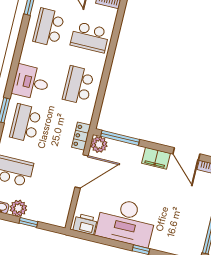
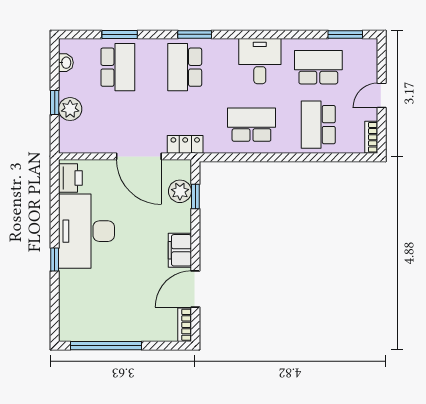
desk: (31, 82) -> (260, 61), moved
school desk: (26, 123) -> (185, 67), turned -90
window: (120, 138) -> (195, 197), width x0.46
plant: (99, 144) -> (180, 191), moved
plant: (18, 208) -> (70, 109), moved

